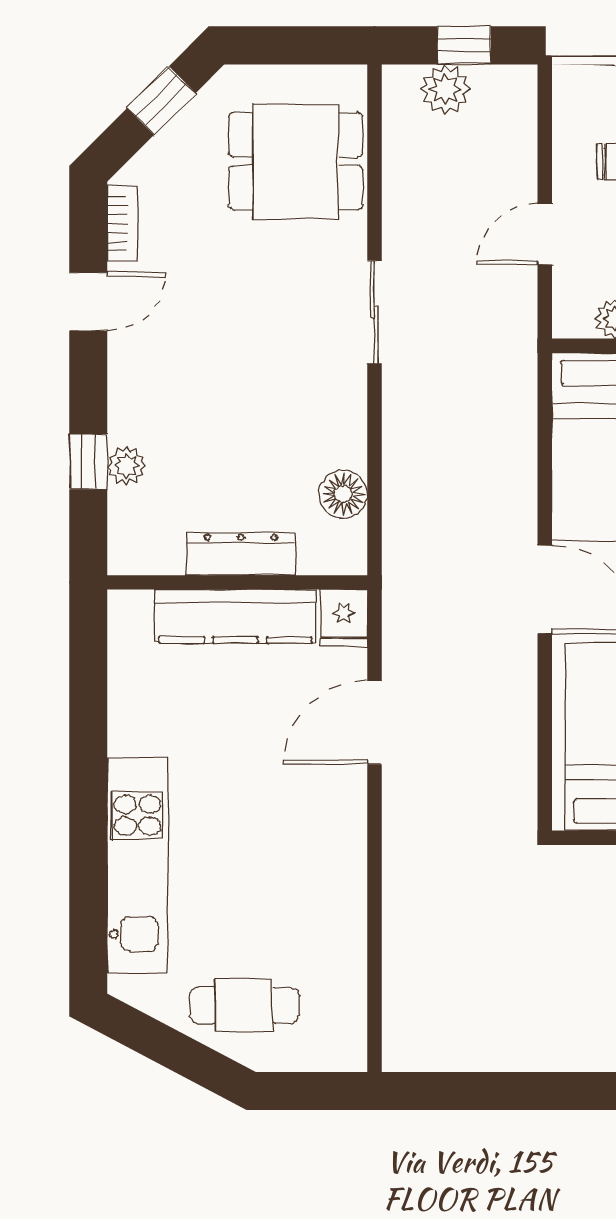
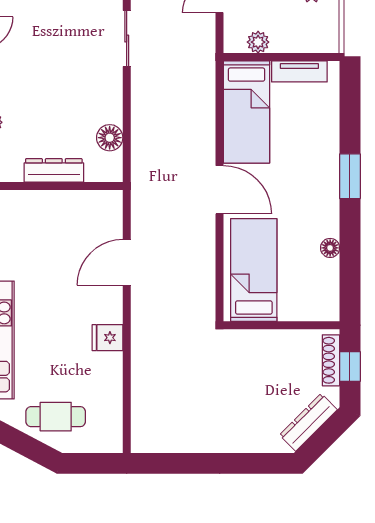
kitchen counter: (236, 616) -> (51, 204), removed
fridge: (344, 618) -> (107, 338), moved, turned 90

